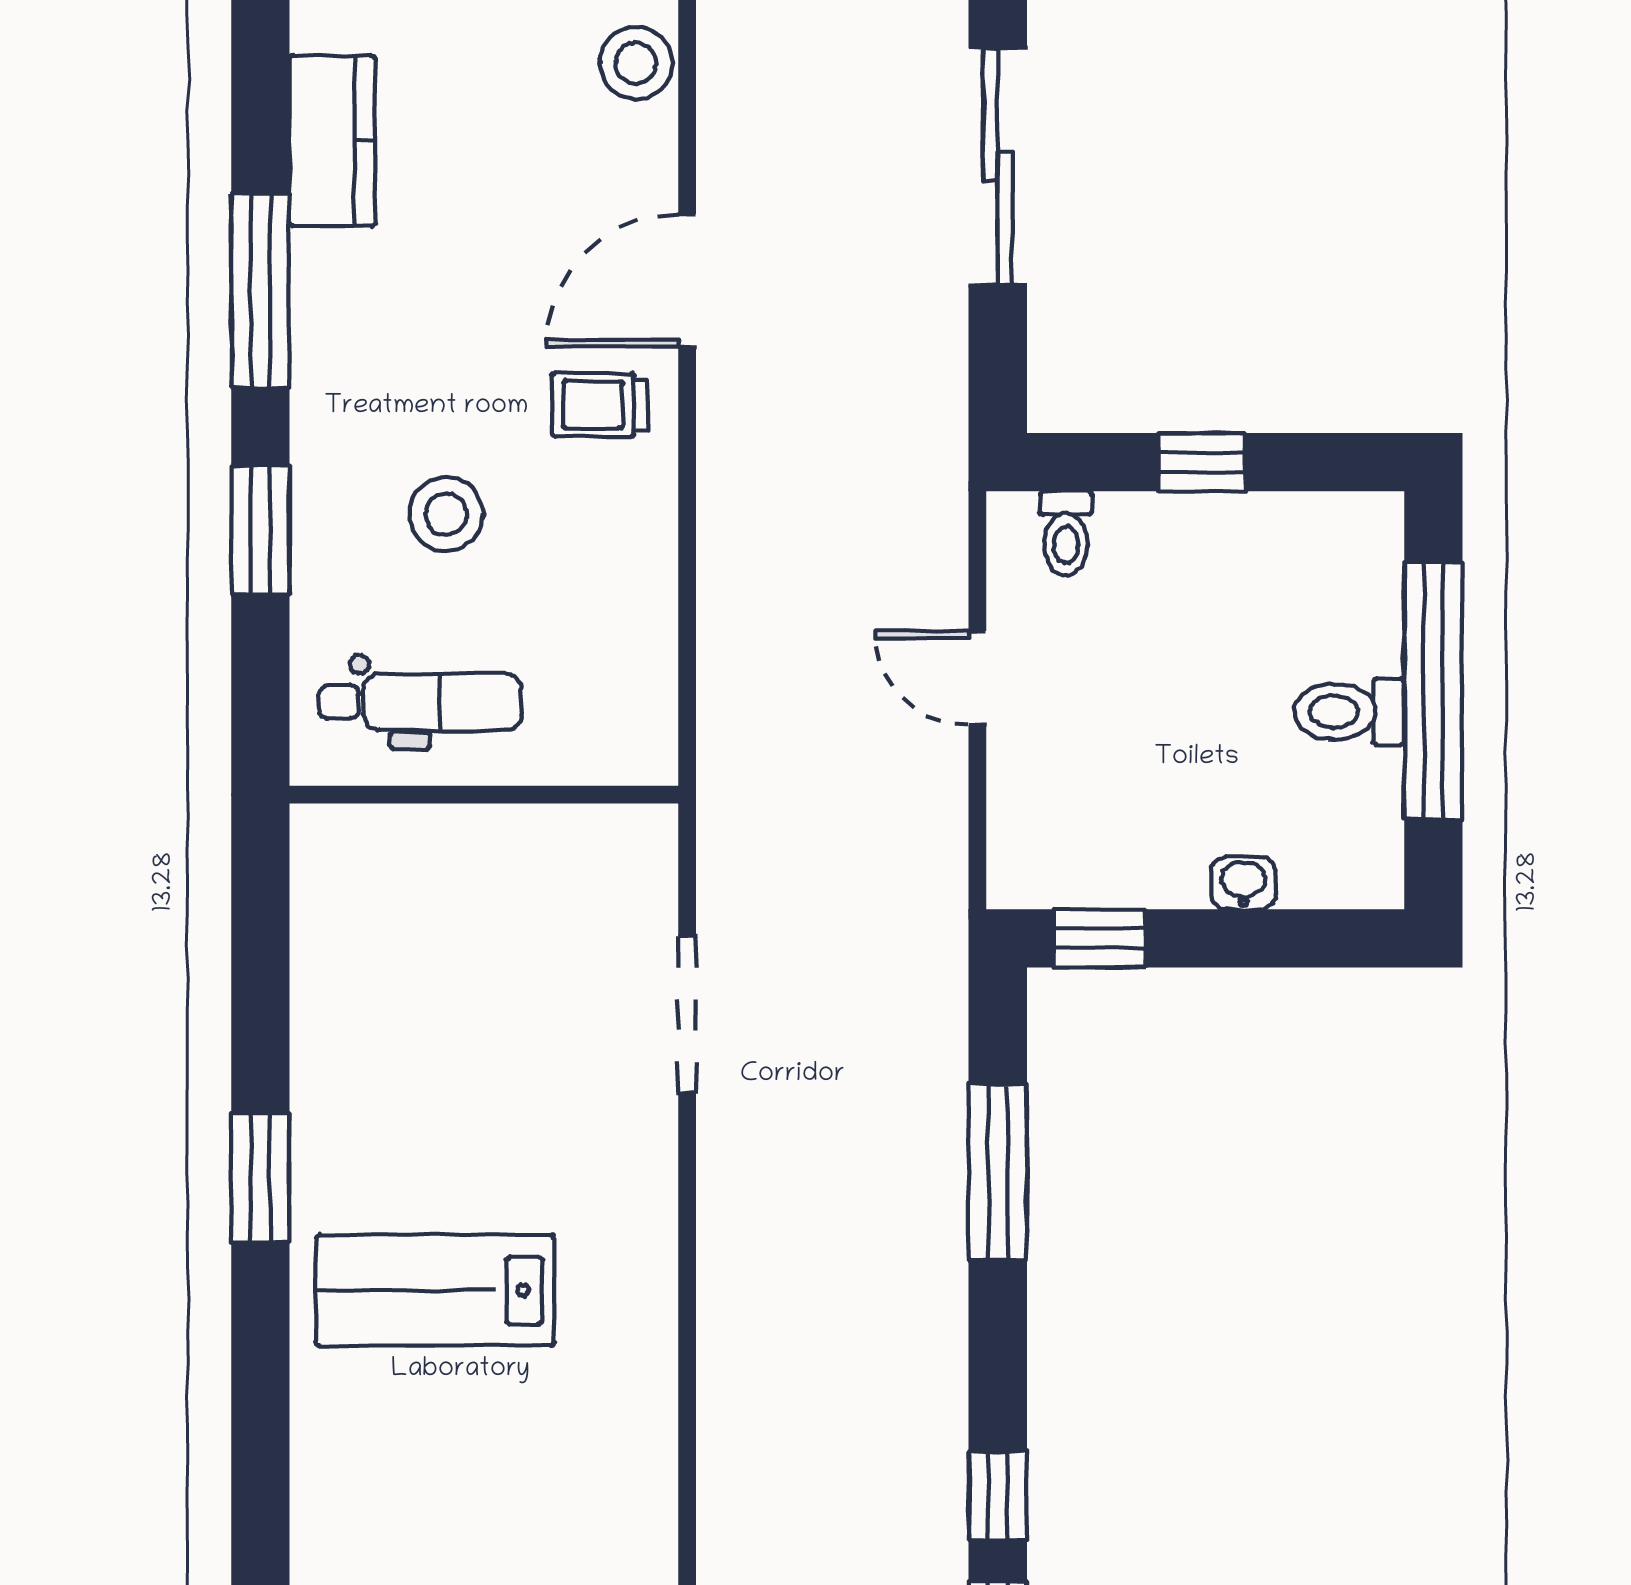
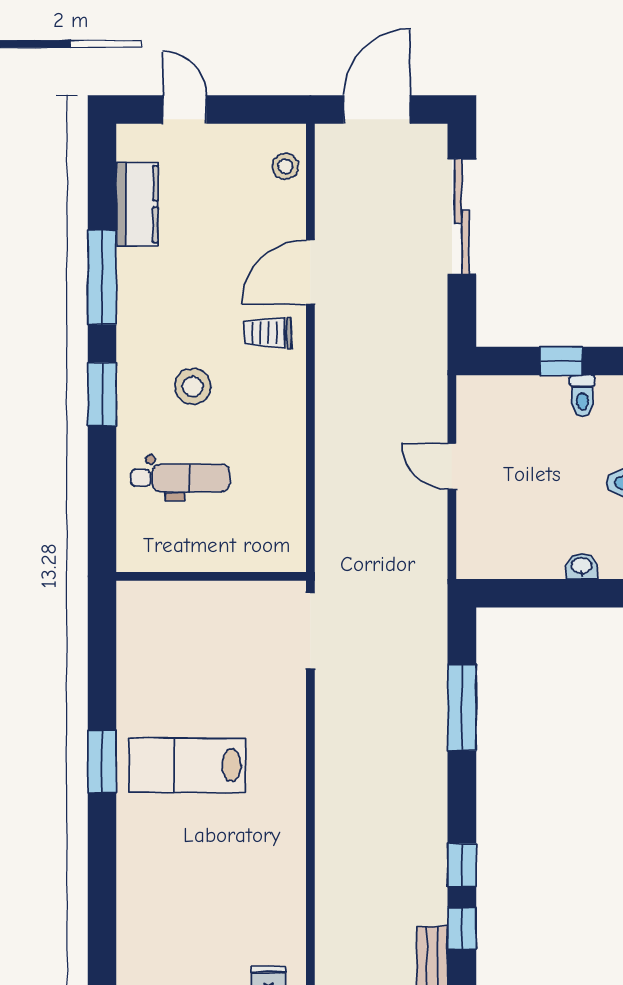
stool: (636, 63) -> (285, 166), width x0.73, depth x0.73
toilet: (1066, 533) -> (582, 396), moved
wall: (484, 795) -> (211, 576), moved
window: (1100, 938) -> (512, 593), removed
window: (260, 1178) -> (102, 762), moved

